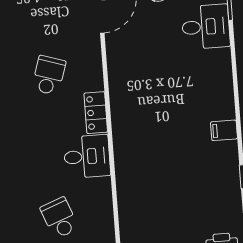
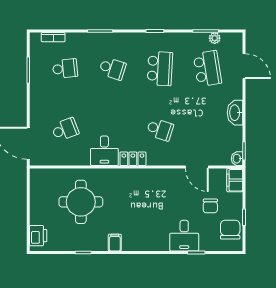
round table: (167, 186) -> (81, 202), added

